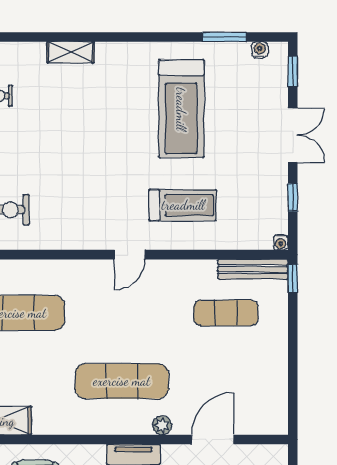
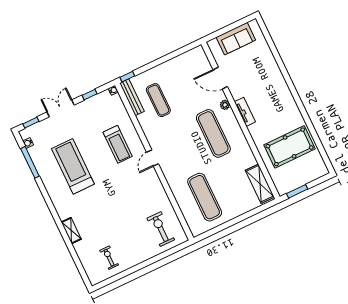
window: (224, 37) -> (30, 162), width x1.44
treadmill: (181, 109) -> (73, 166), turned -90
treadmill: (183, 205) -> (118, 144), turned 180
door: (130, 255) -> (153, 158), swing flipped

